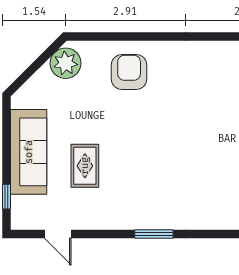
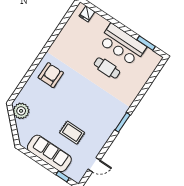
armchair: (129, 72) -> (51, 75), moved, turned 90
cafe table: (223, 153) -> (107, 68), added

